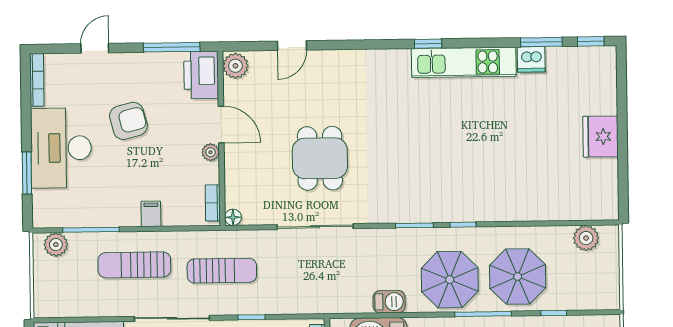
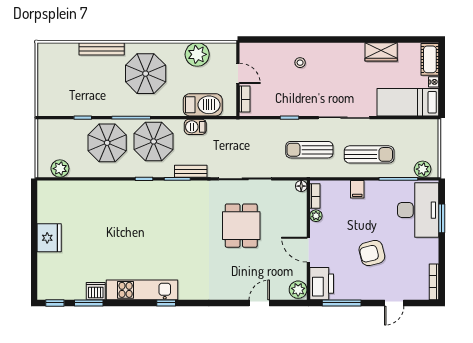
desk: (61, 148) -> (418, 210), moved
plant: (211, 152) -> (316, 216), moved
bench: (395, 237) -> (191, 171), added

